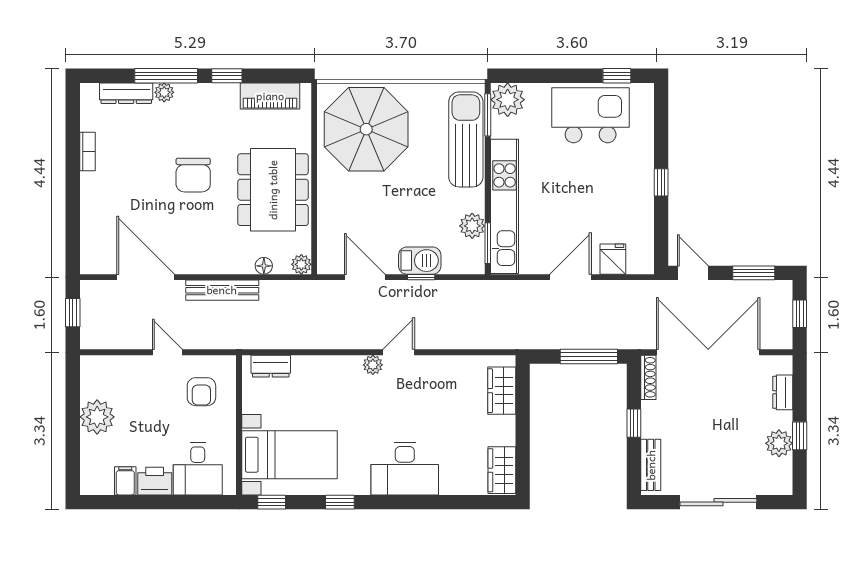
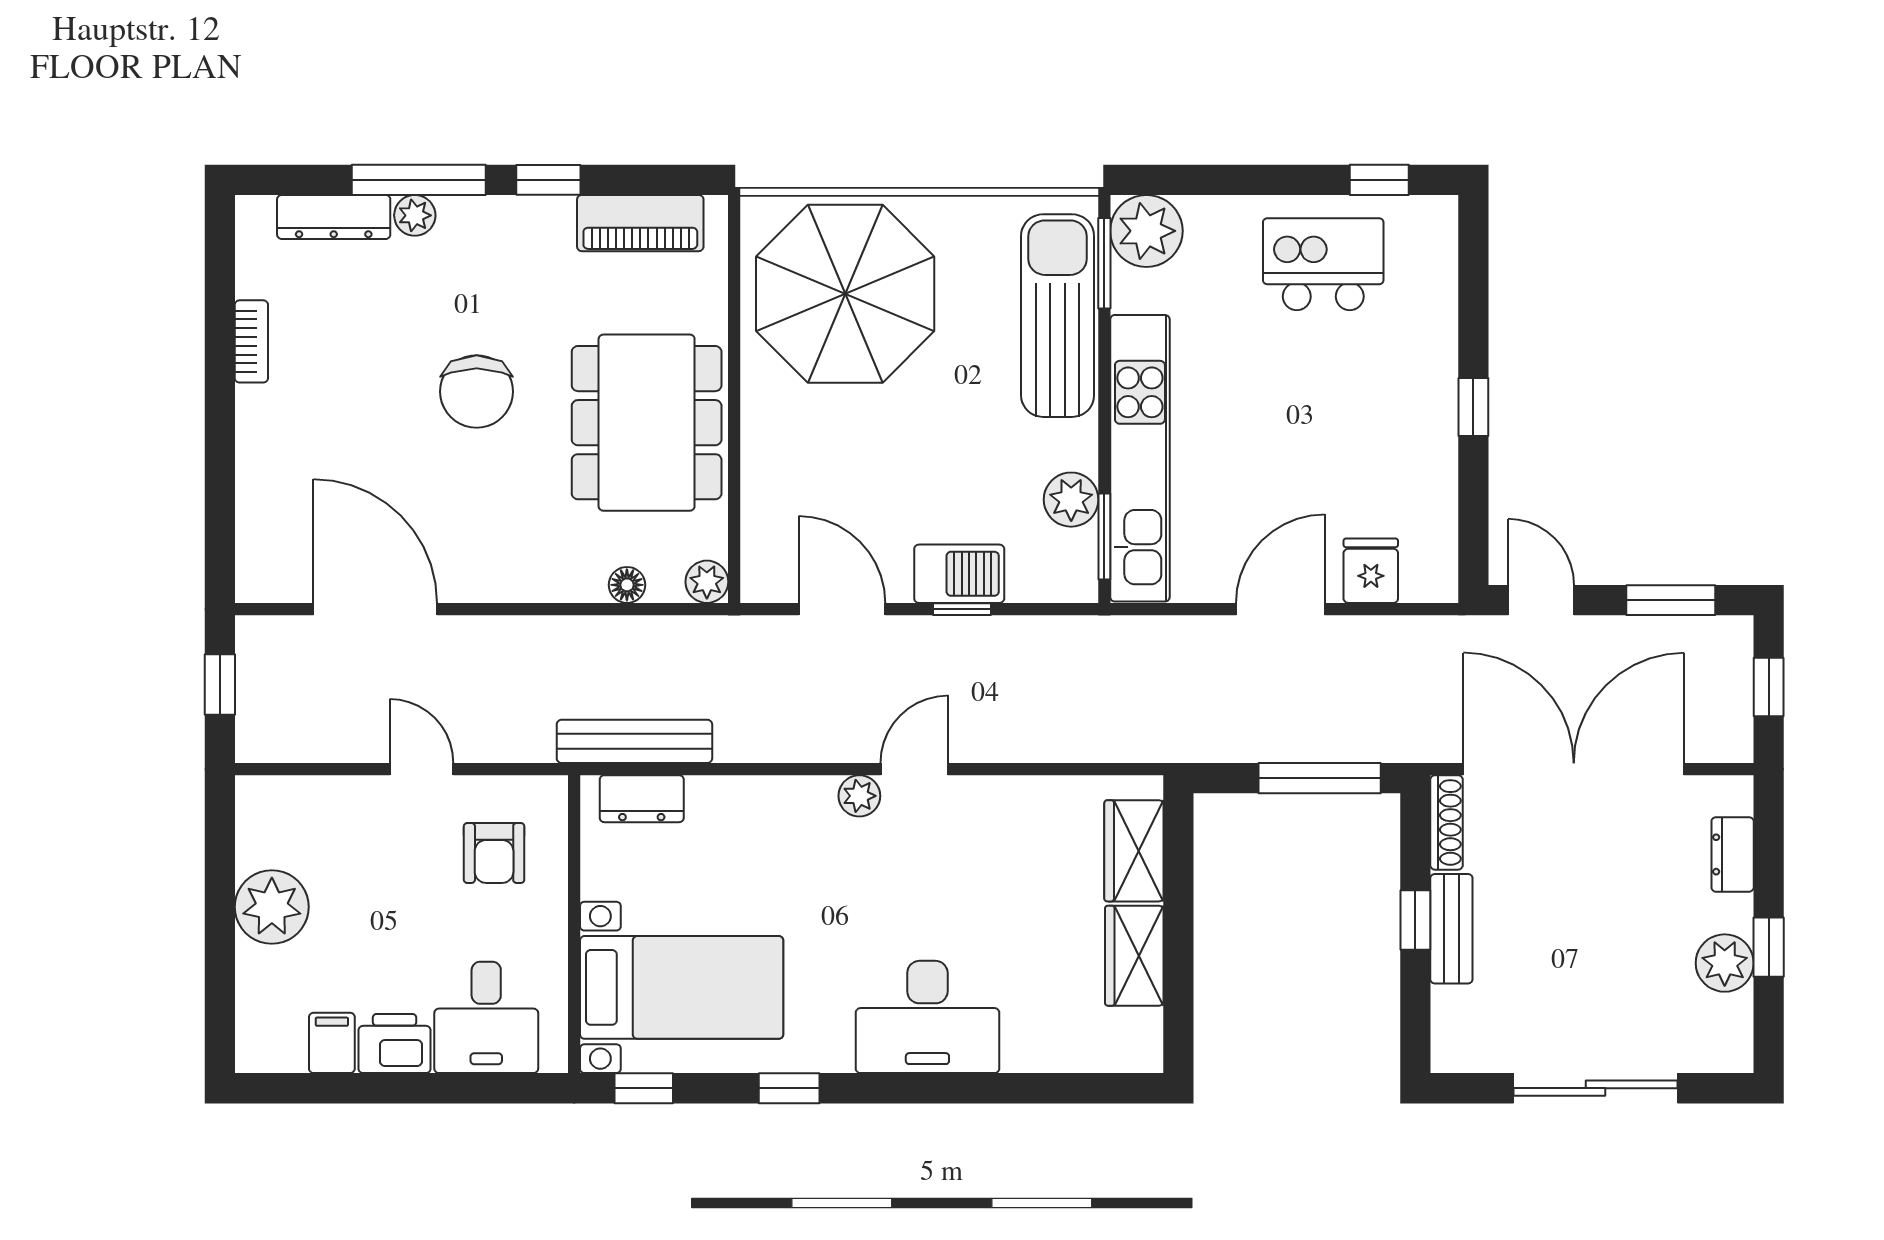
kitchen island: (591, 115) -> (1323, 264), width x0.73, depth x0.78
bench: (222, 290) -> (634, 741), moved
bench: (651, 465) -> (1451, 929), moved
wardrobe: (502, 470) -> (1134, 956), moved

